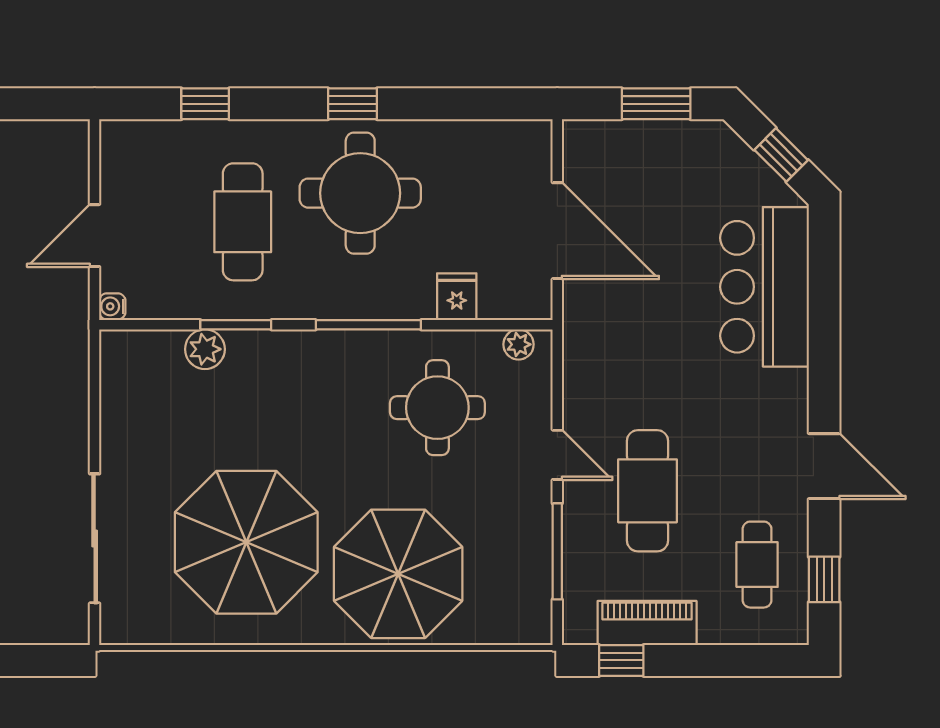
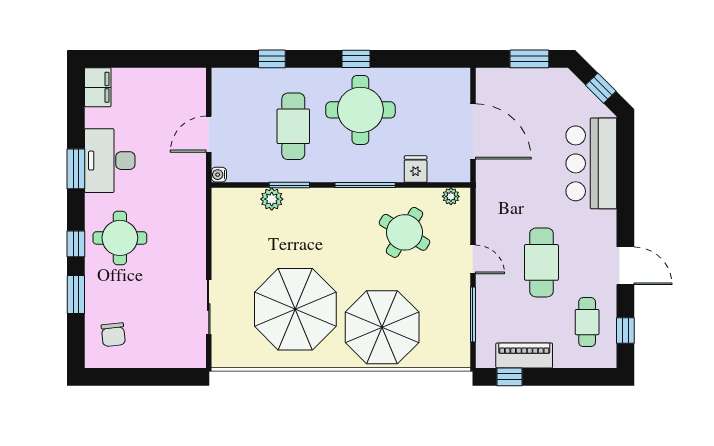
round table: (437, 408) -> (405, 232), turned 31
cafe table: (648, 491) -> (541, 262), moved
sliding door: (95, 538) -> (209, 307), width x0.73

